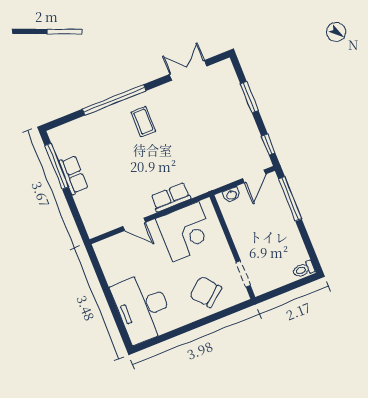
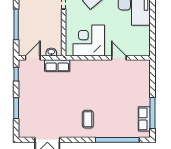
window: (114, 100) -> (117, 140), moved
row of seats: (73, 175) -> (144, 119), moved
row of seats: (171, 197) -> (57, 66), moved
window: (290, 199) -> (16, 24), moved

